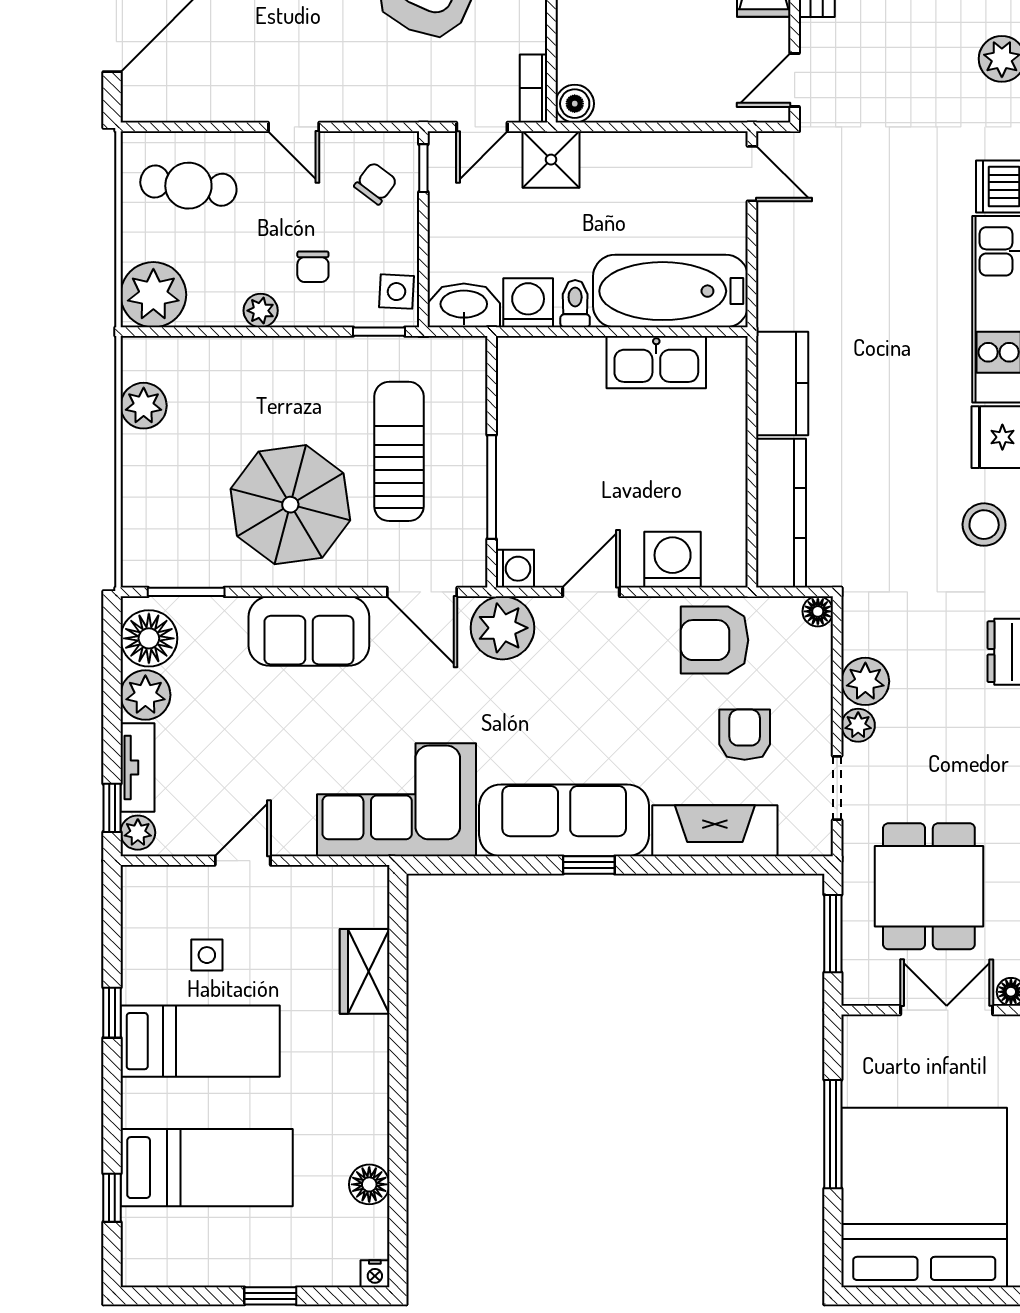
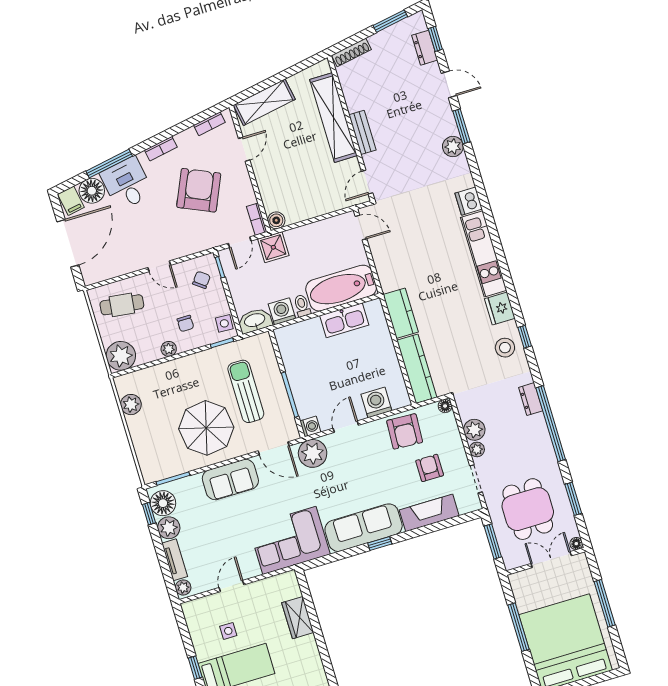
armchair: (714, 640) -> (405, 431), turned -87
window: (112, 808) -> (149, 514), moved

